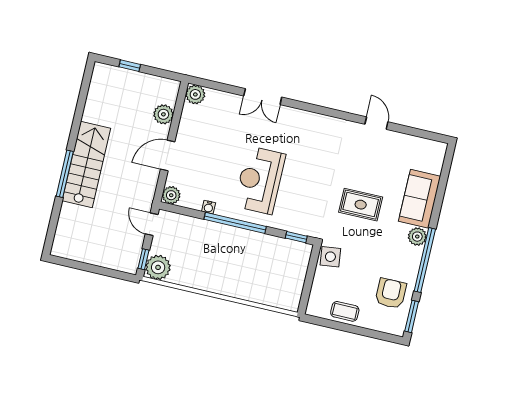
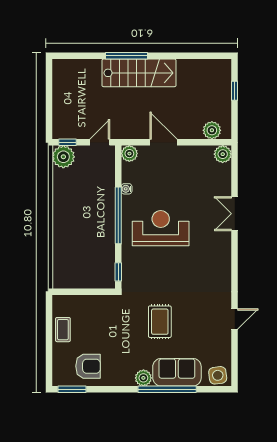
plant: (163, 114) -> (212, 130), moved
side table: (330, 257) -> (218, 375), moved
window: (425, 260) -> (167, 389), moved

